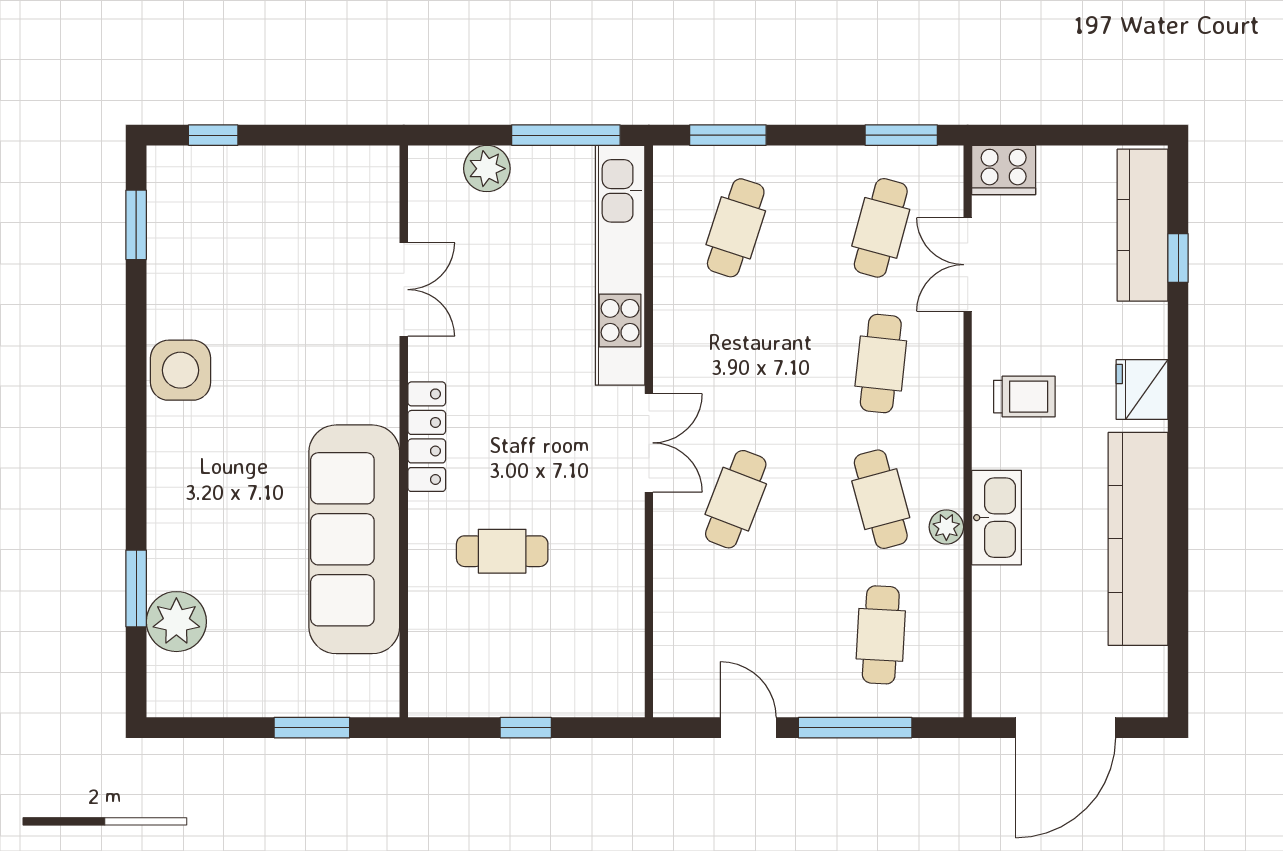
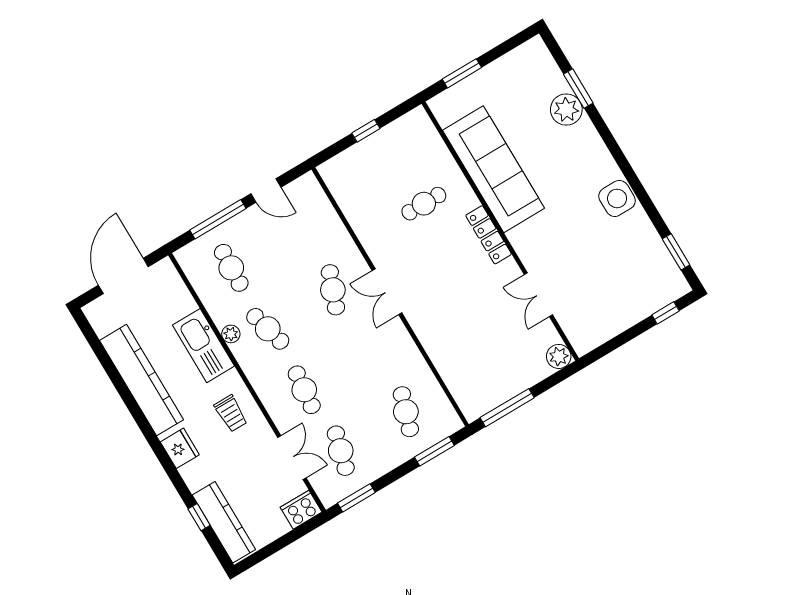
plant: (487, 169) -> (559, 356), moved
kitchen unit: (620, 265) -> (448, 364), removed
trolley: (1024, 397) -> (231, 414), turned -90
kitchen sink: (997, 518) -> (203, 346), width x1.36, depth x1.24
plant: (176, 622) -> (566, 110), moved

